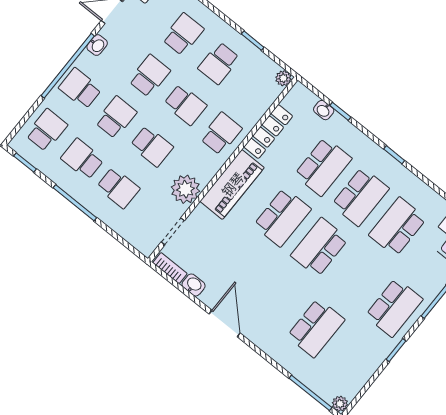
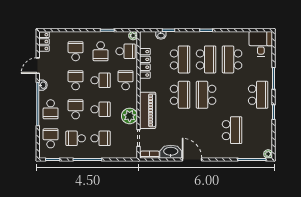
school desk: (80, 88) -> (51, 109), turned -90
school desk: (255, 92) -> (126, 51), added
piano: (232, 184) -> (148, 110), moved
washbasin: (194, 285) -> (171, 152), width x1.91, depth x1.45

